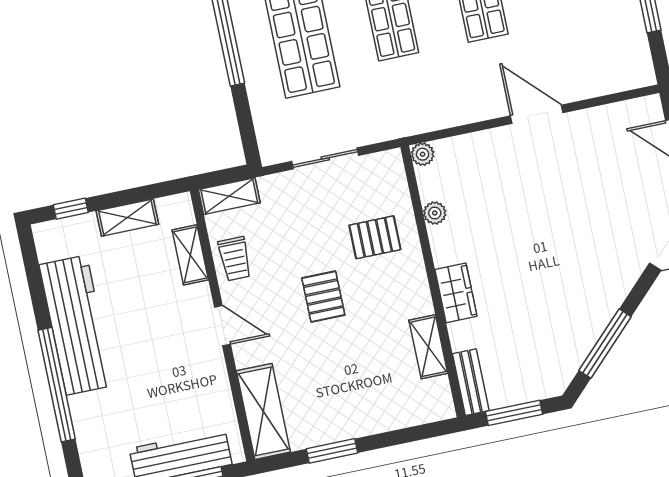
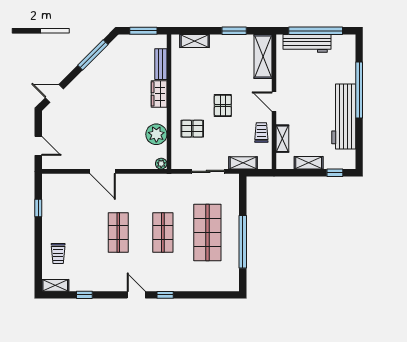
shelving: (229, 196) -> (243, 163), moved
plant: (435, 213) -> (156, 134), width x1.88, depth x1.88
shelving: (428, 347) -> (195, 41), moved, turned 90
bench: (471, 382) -> (161, 64), moved

